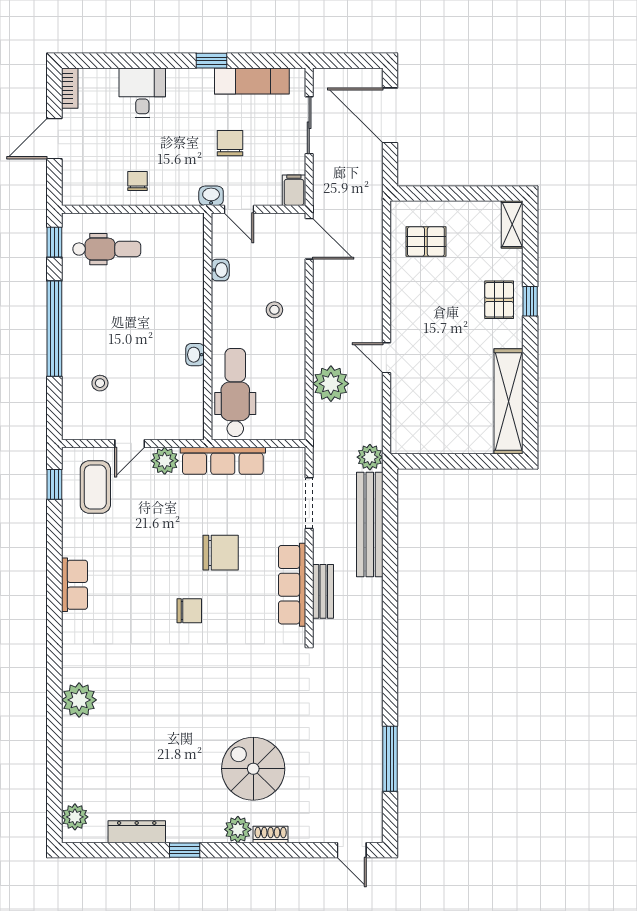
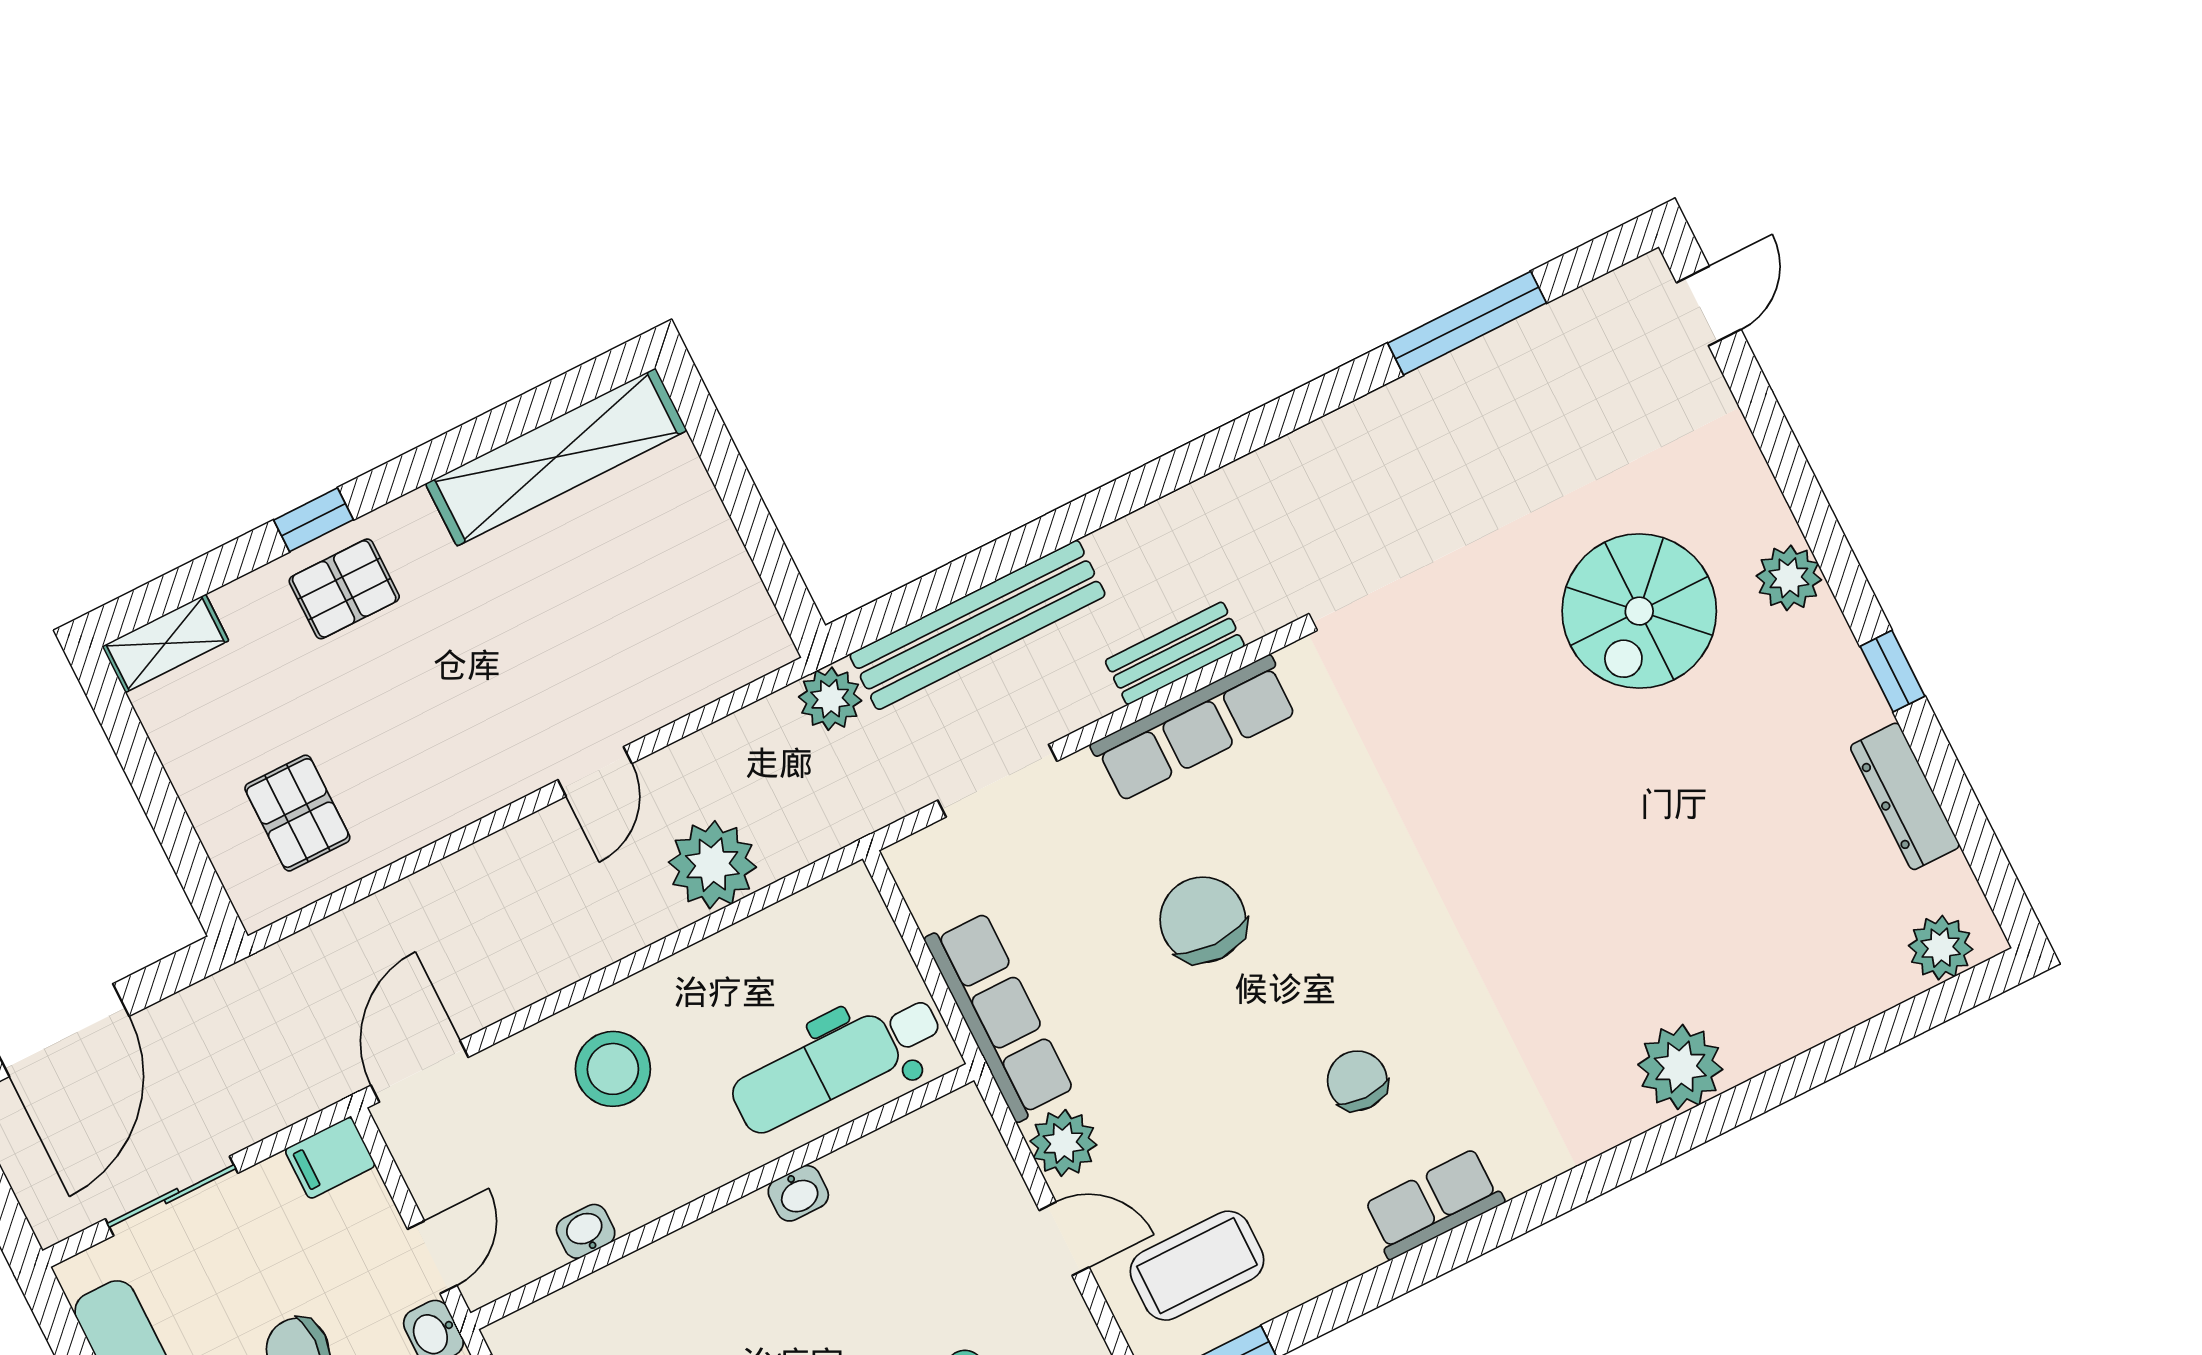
stool: (274, 310) -> (613, 1069), width x1.89, depth x1.89
chair: (189, 611) -> (1357, 1081), moved
shoe rack: (271, 835) -> (1764, 501), removed

